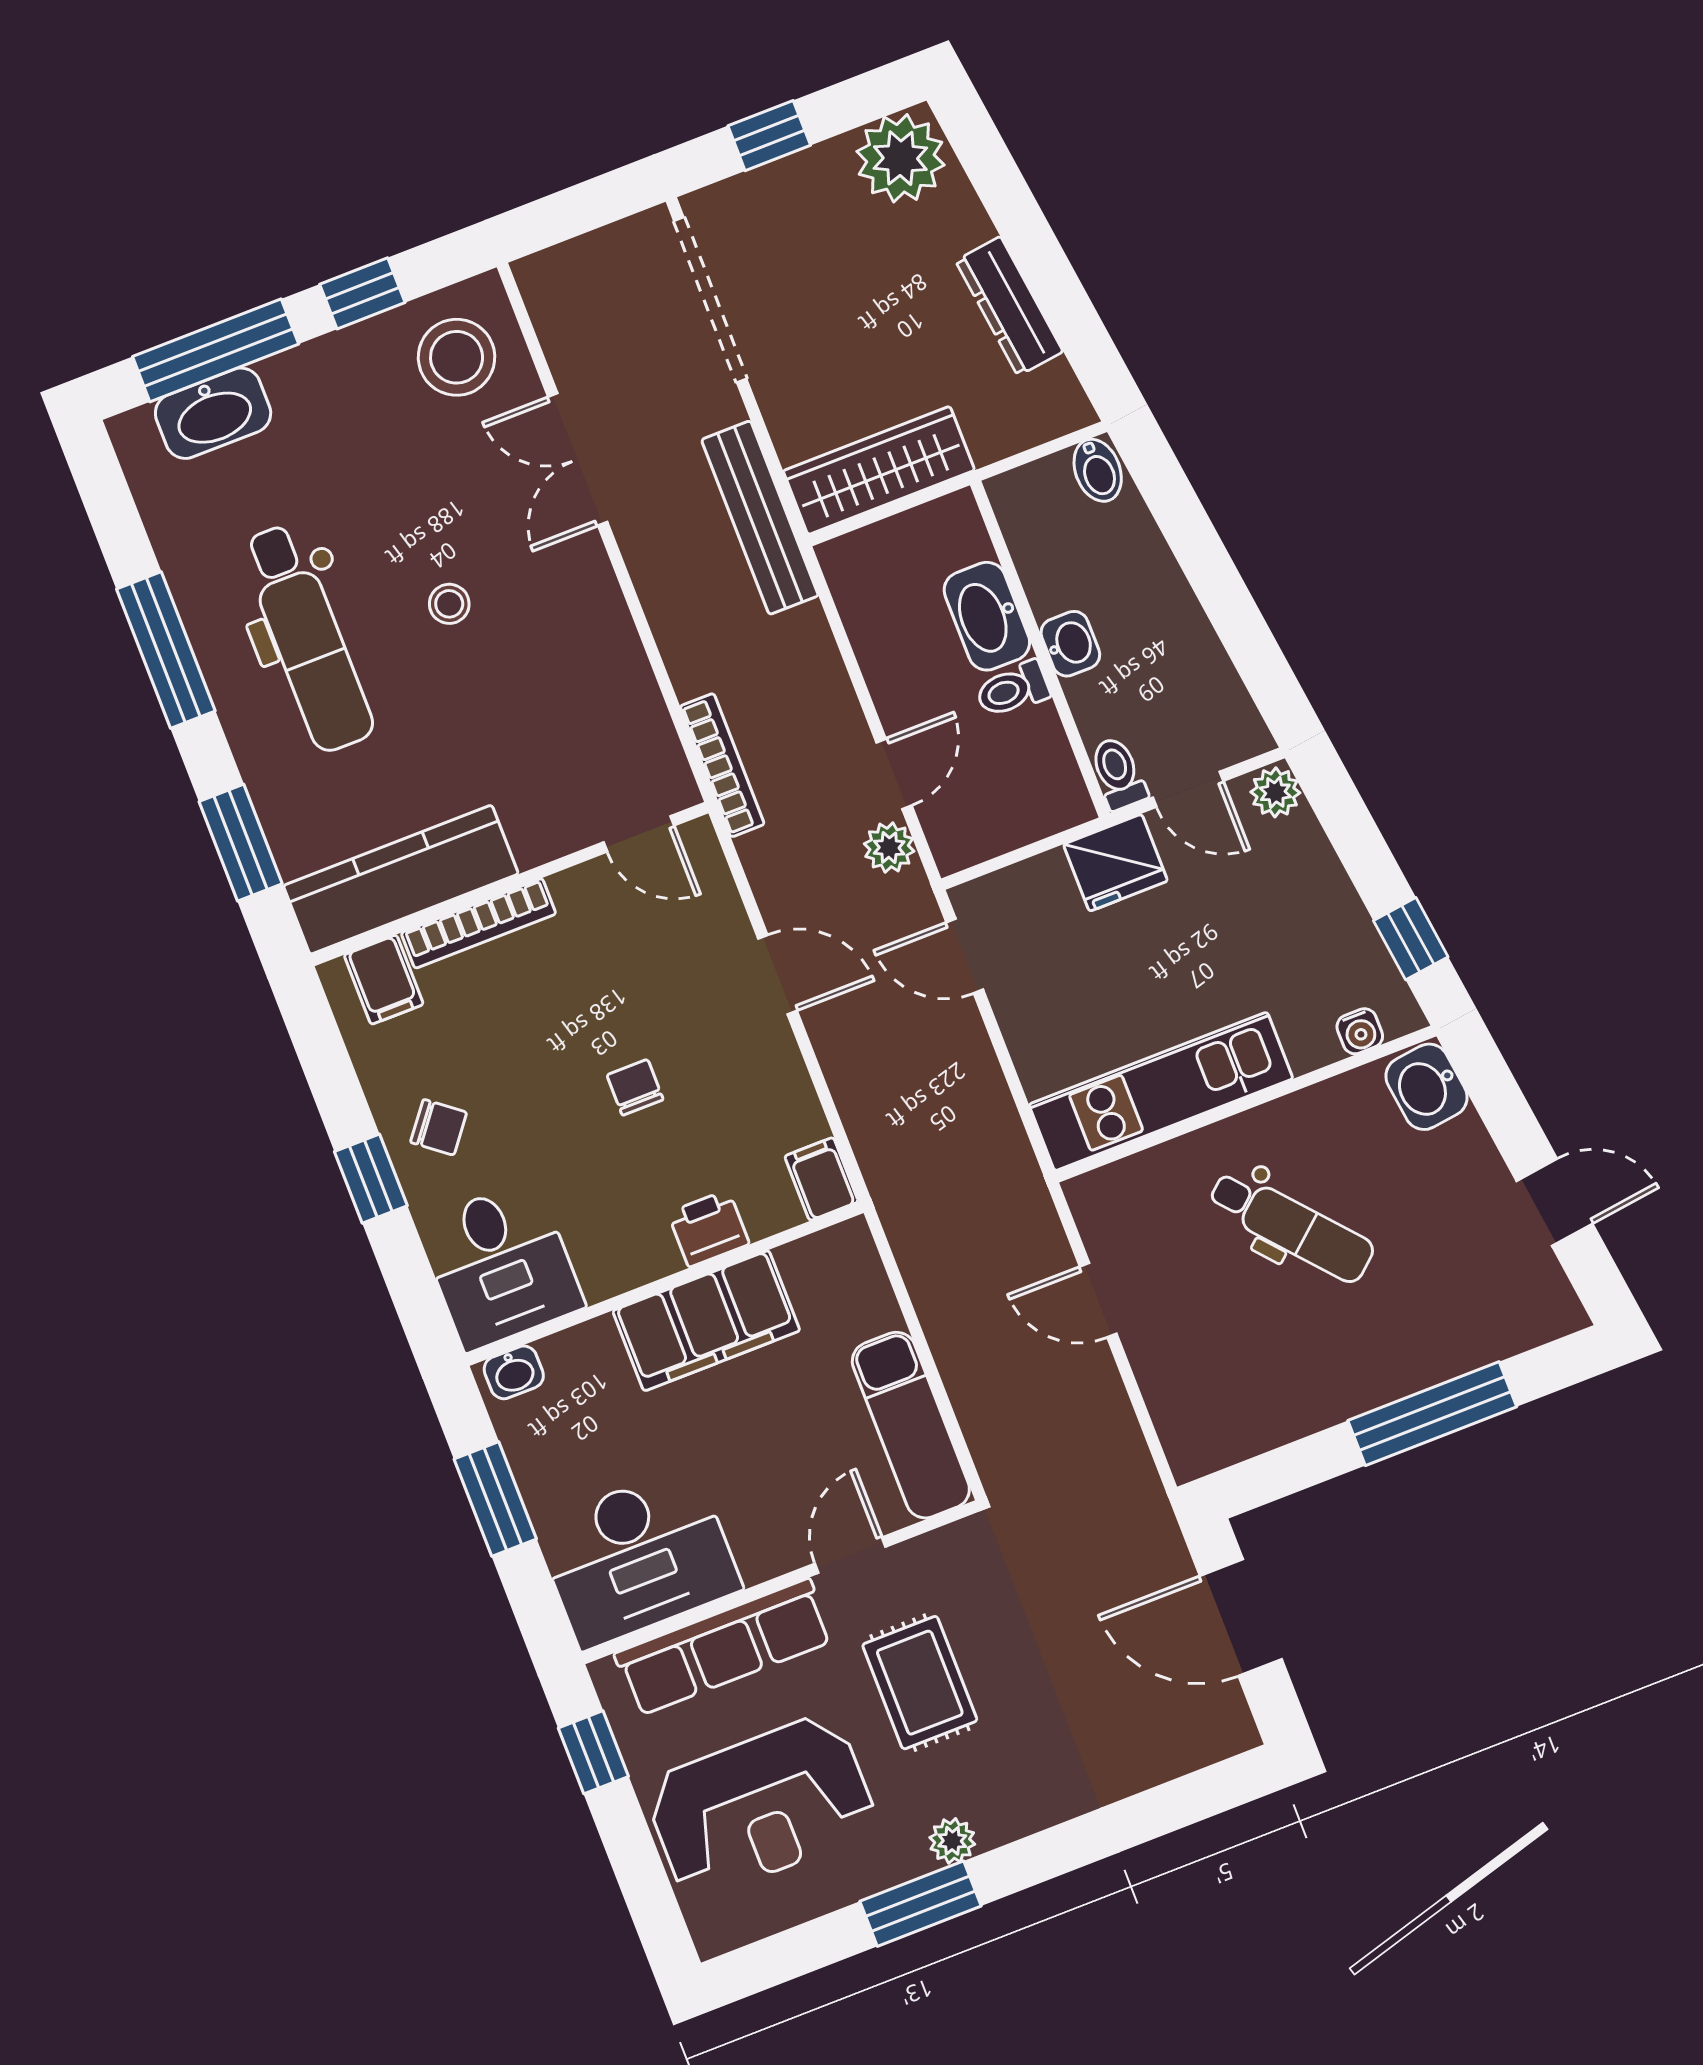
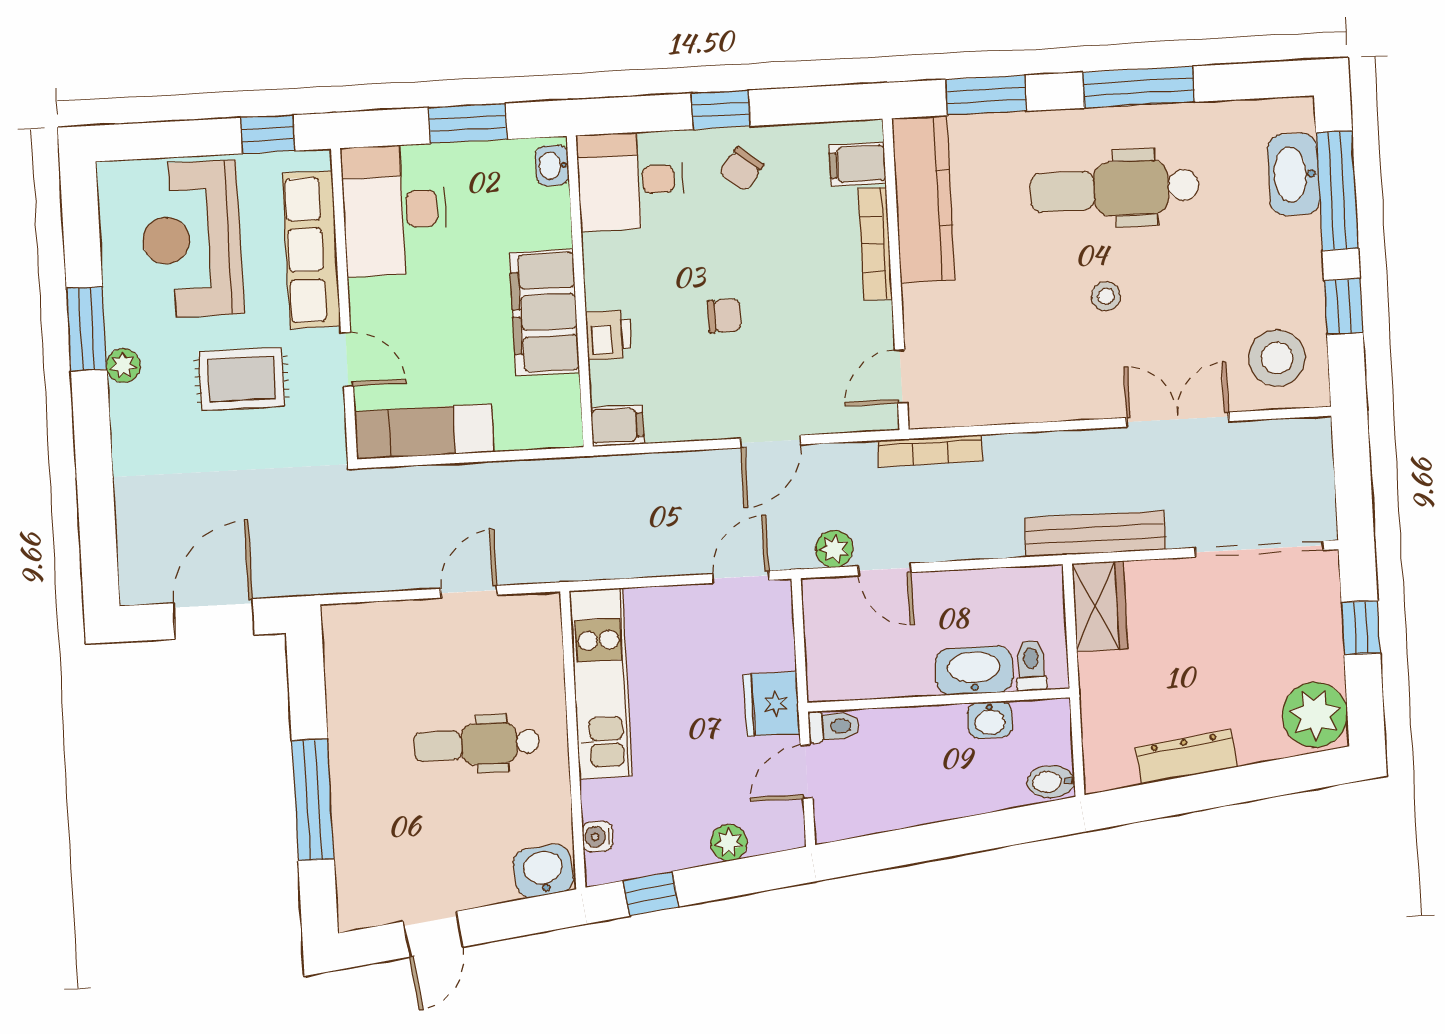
wardrobe: (879, 470) -> (1100, 606), width x0.67
washbasin: (1070, 644) -> (990, 720), moved
toilet: (1012, 689) -> (1031, 665), moved
plant: (1275, 792) -> (729, 843), moved
dental chair: (1291, 1226) -> (477, 744), turned 41

